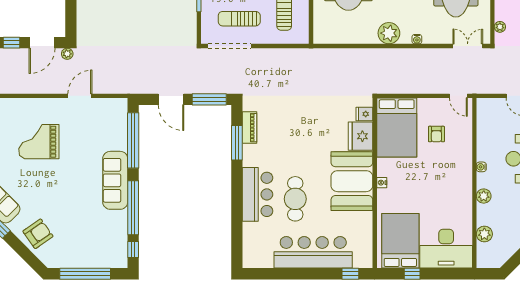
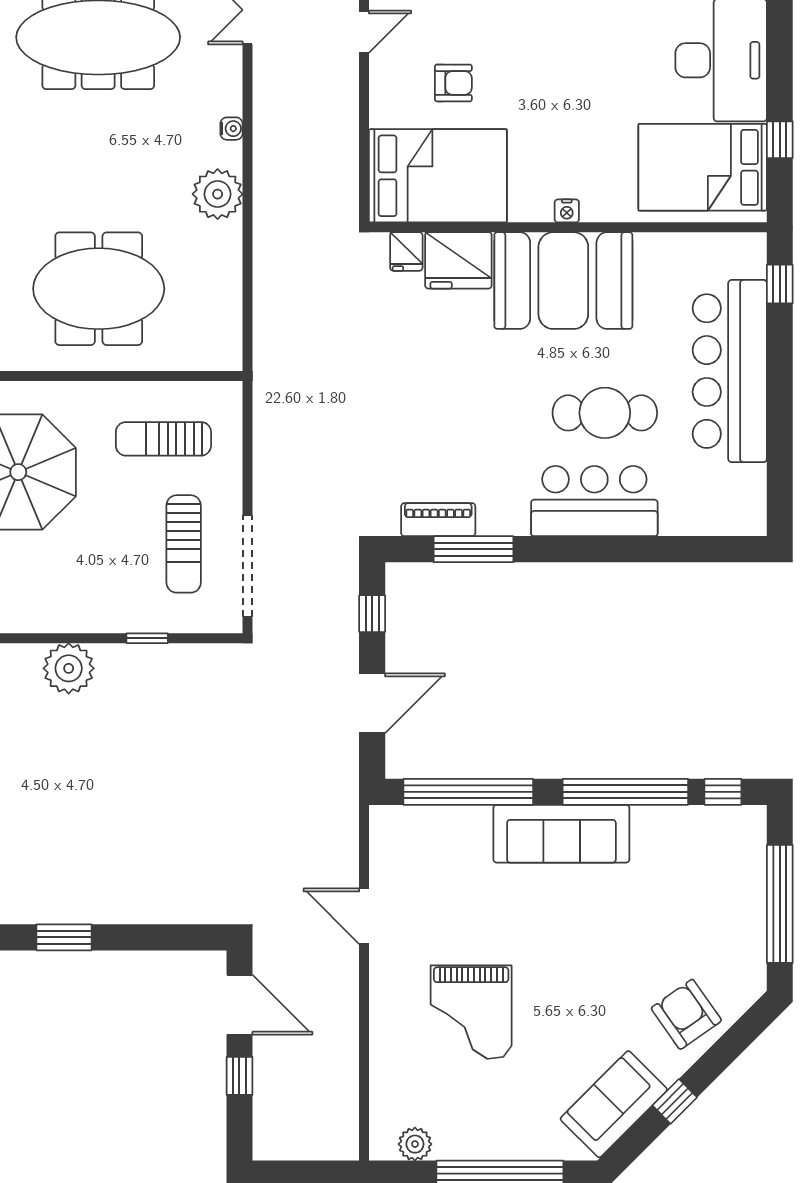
plant: (67, 54) -> (266, 946), removed
window: (209, 99) -> (372, 614), width x0.46

